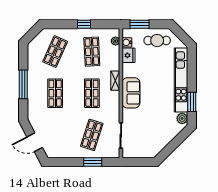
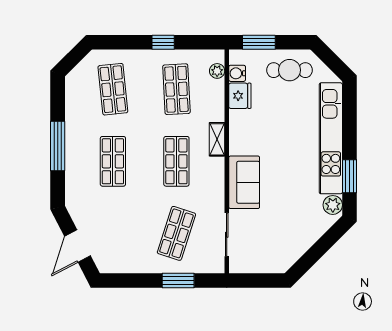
shop shelf: (55, 52) -> (113, 89), turned -30
sofa: (131, 93) -> (244, 182), moved
door: (35, 142) -> (77, 246), hinge flipped

